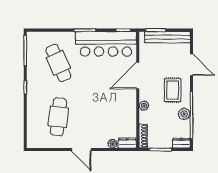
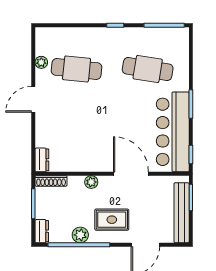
cafe table: (58, 63) -> (148, 69), turned 33
plant: (113, 144) -> (41, 62), moved

